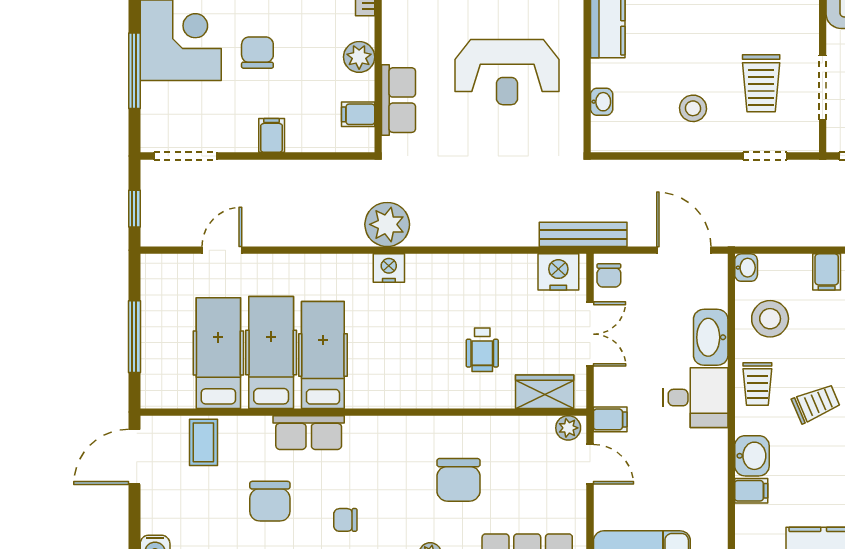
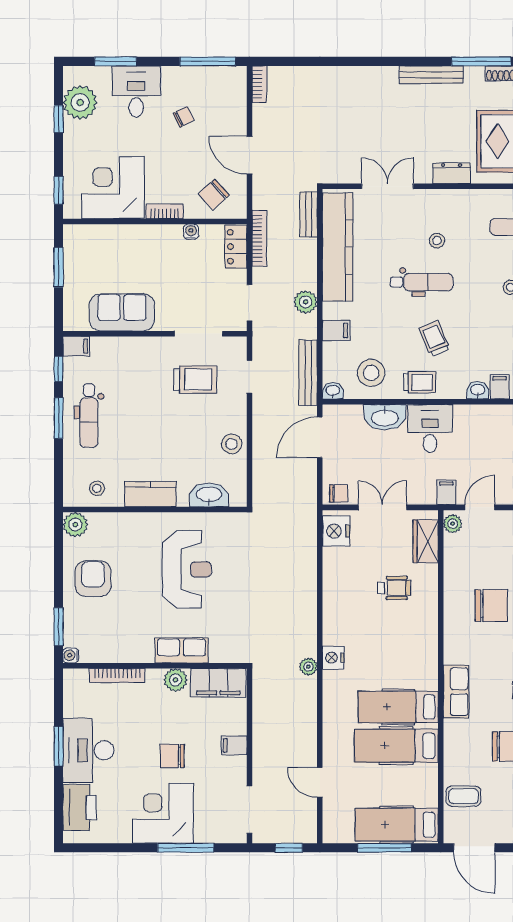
row of seats: (399, 100) -> (181, 650), moved
washbasin: (602, 102) -> (209, 495), width x1.91, depth x1.45
stool: (693, 108) -> (232, 444), moved
filing cabinet: (358, 114) -> (218, 683), width x3.00, depth x1.17
plant: (387, 224) -> (308, 667), width x0.53, depth x0.53
bench: (583, 234) -> (308, 373), moved
hospital bed: (218, 353) -> (397, 825), moved
row of seats: (309, 433) -> (456, 692), moved
washbasin: (752, 456) -> (478, 390), width x0.72, depth x0.69

